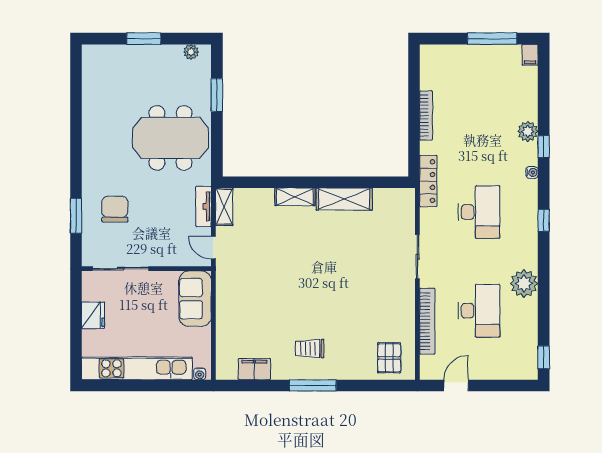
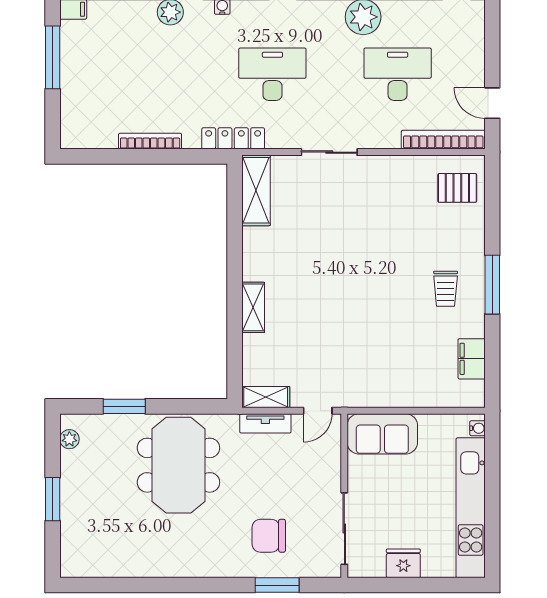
shelving: (344, 199) -> (256, 190), moved
bookcase: (427, 321) -> (443, 140), moved

